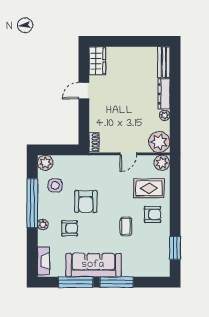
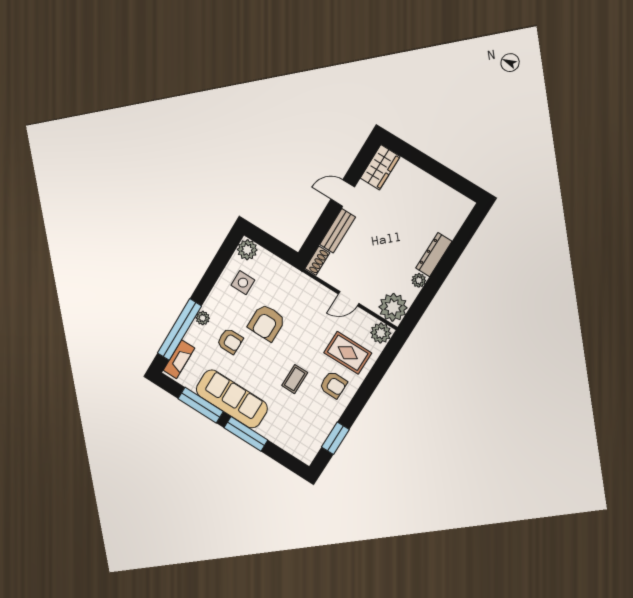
bench: (164, 62) -> (337, 231), moved
window: (32, 203) -> (179, 330), moved

